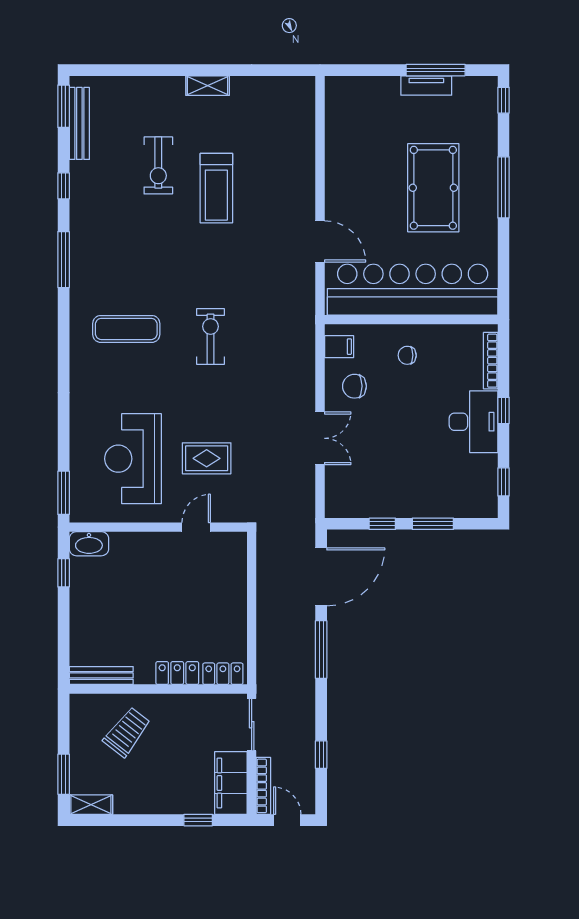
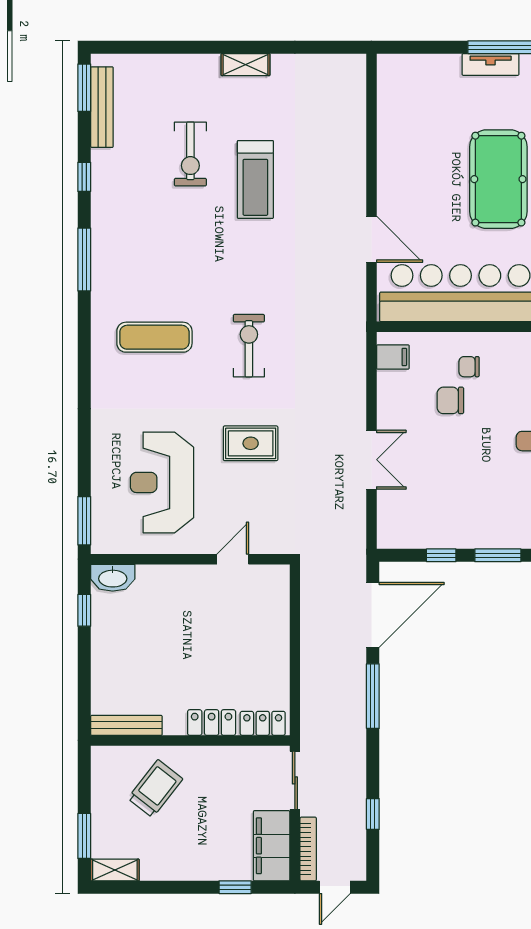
chair: (354, 386) -> (450, 400), moved
rug: (207, 458) -> (251, 443), moved
door: (287, 820) -> (335, 887), swing flipped

